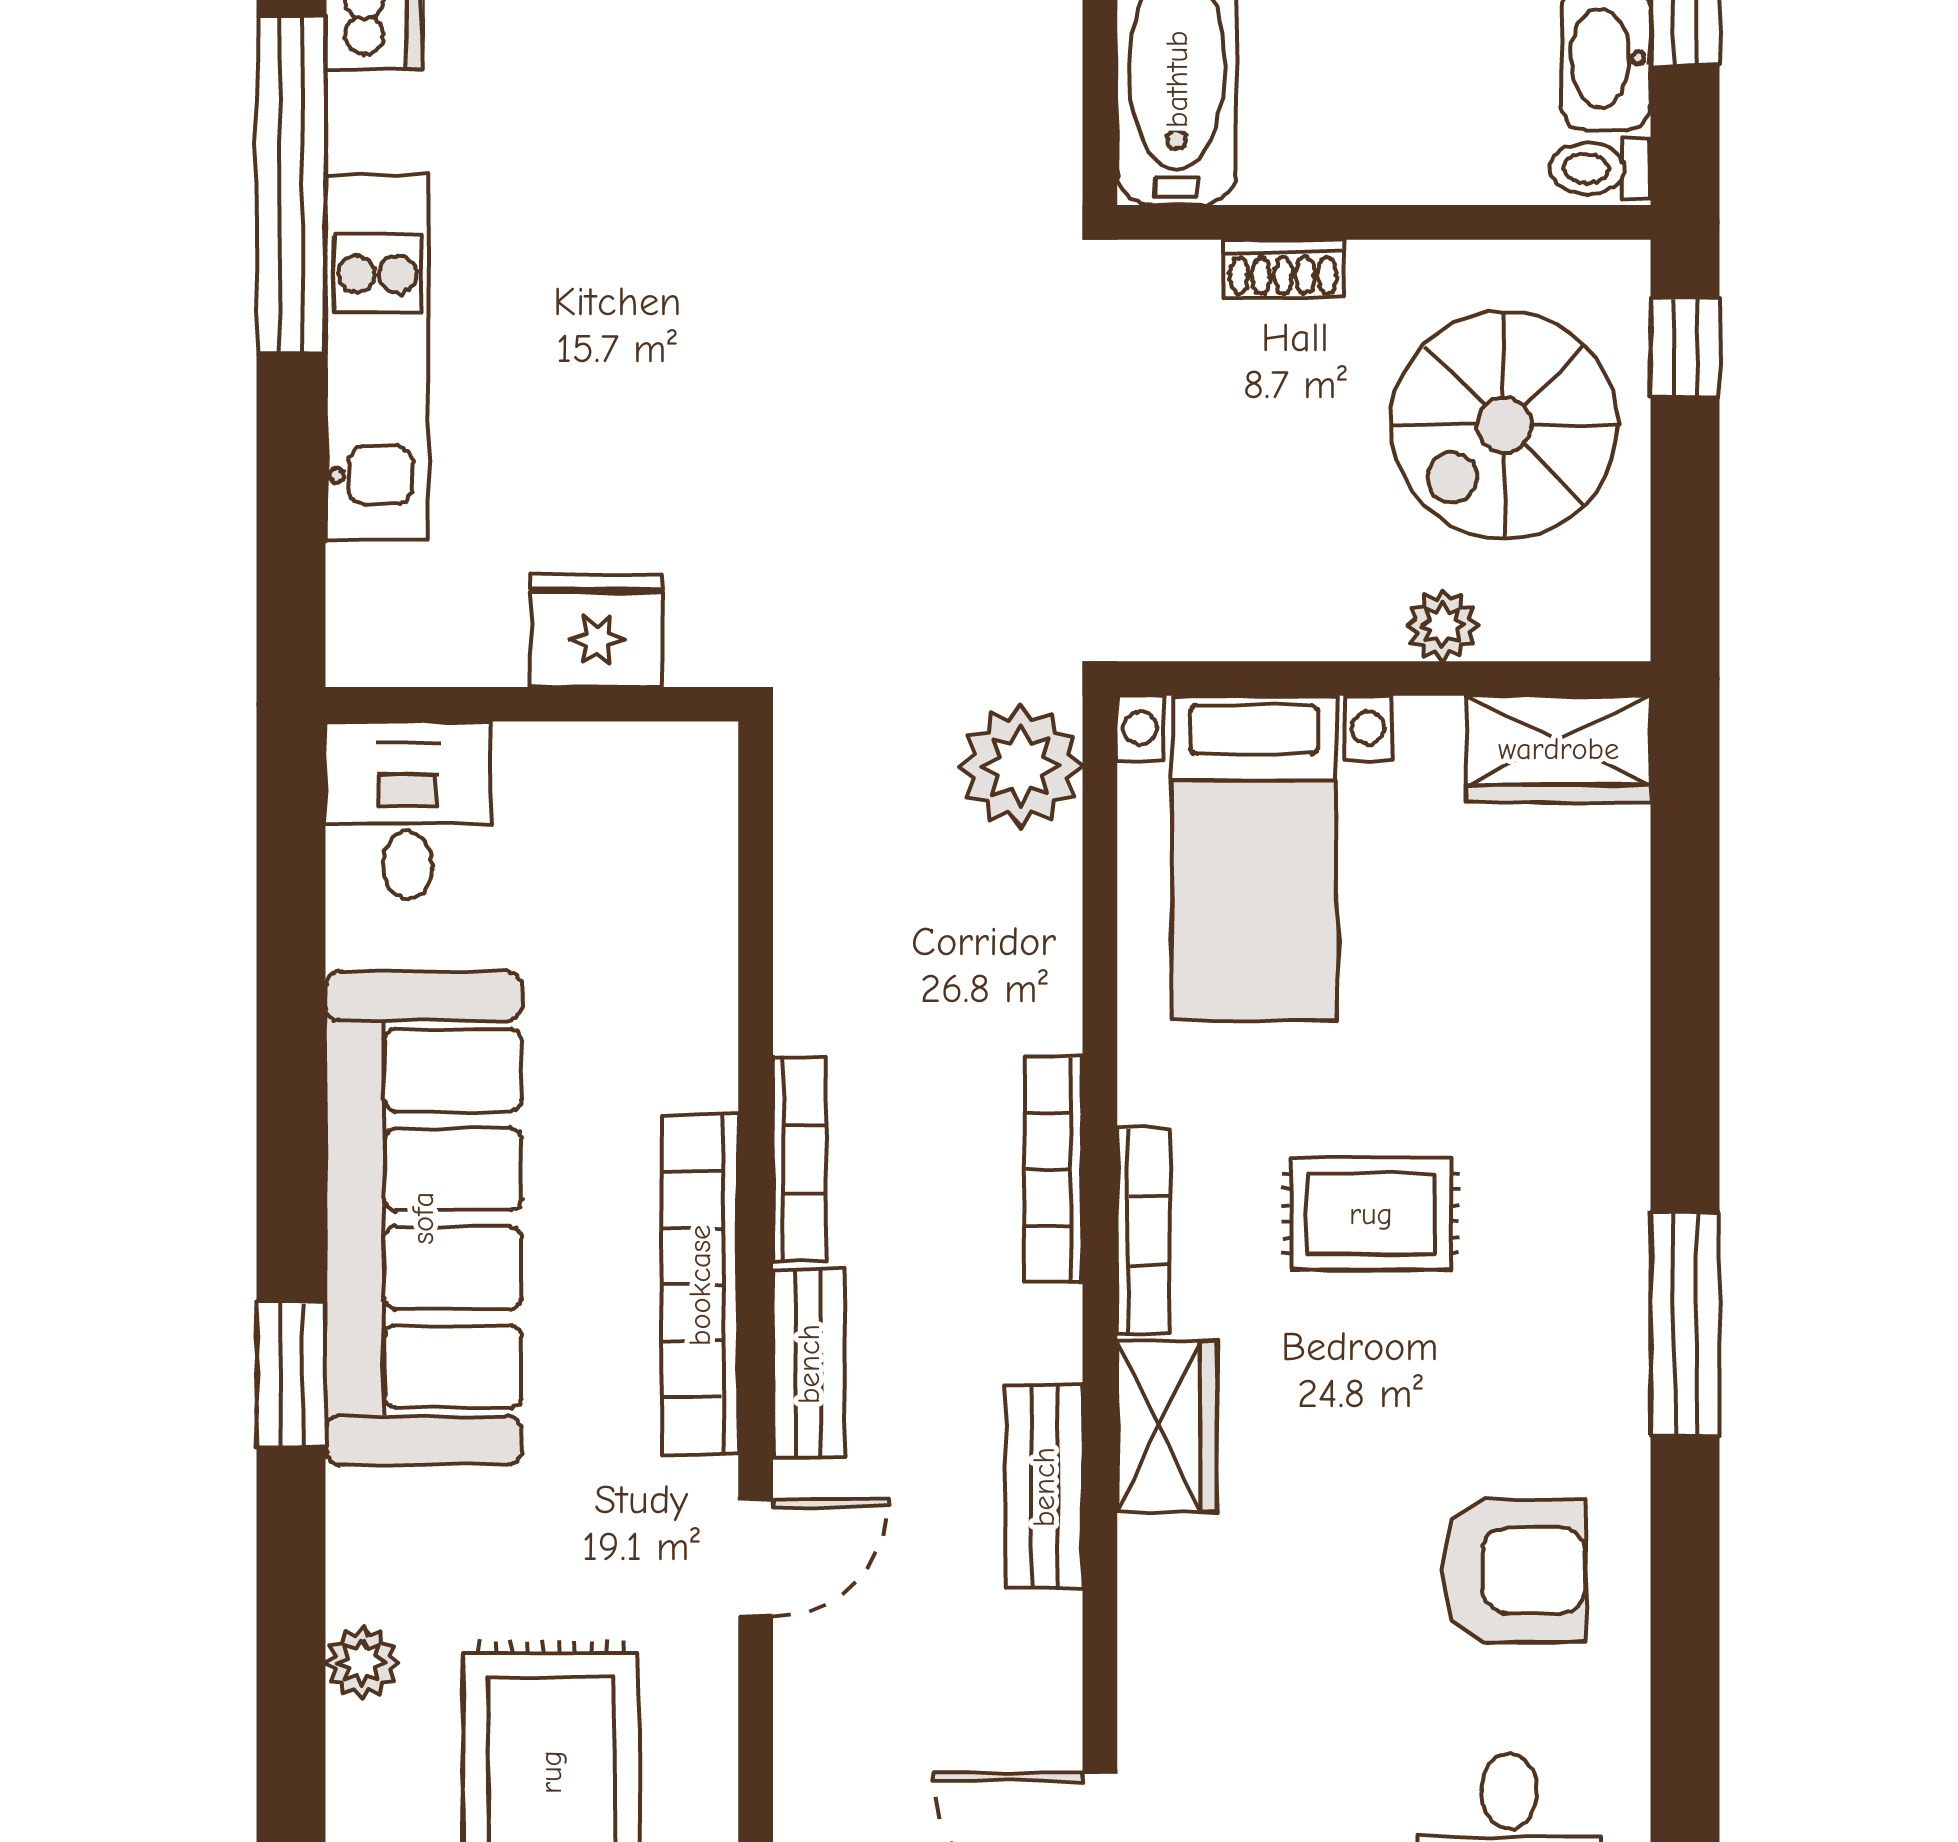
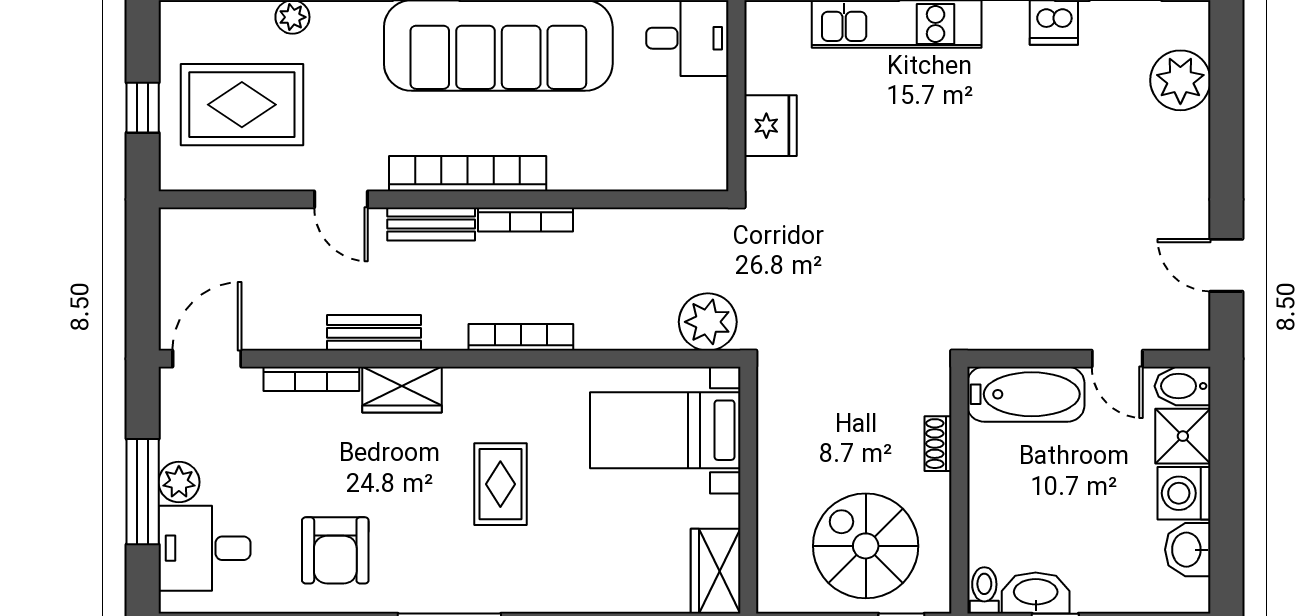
plant: (1443, 625) -> (773, 517), removed
bookcase: (1144, 1231) -> (311, 379), moved

